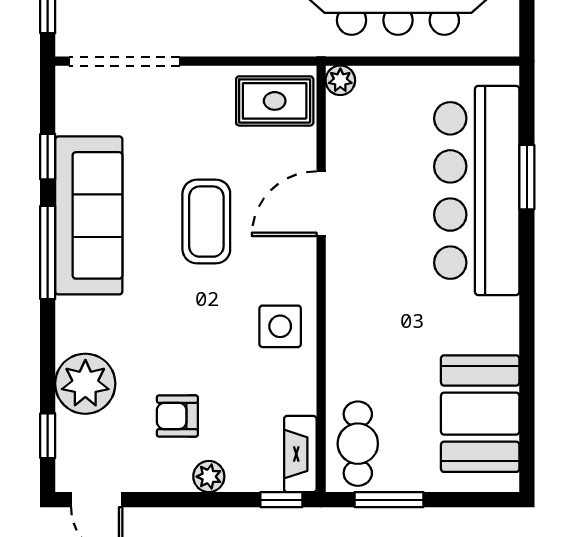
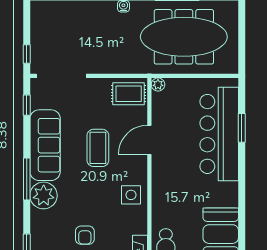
window: (48, 157) -> (27, 105), moved
window: (48, 252) -> (27, 179), moved
plant: (85, 384) -> (44, 195), moved
armchair: (177, 416) -> (85, 235), turned -90

